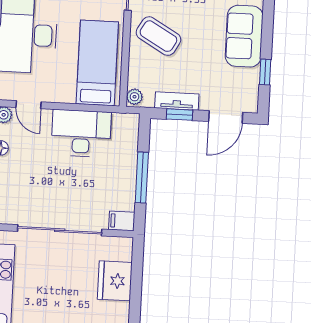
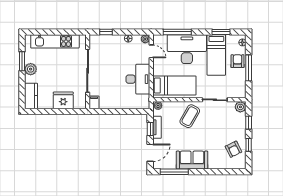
window: (265, 72) -> (174, 172), width x2.17
door: (28, 105) -> (151, 51), swing flipped
door: (226, 117) -> (150, 153), swing flipped
window: (142, 177) -> (117, 111), removed

